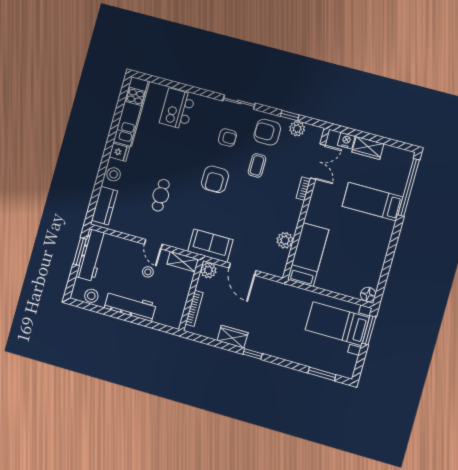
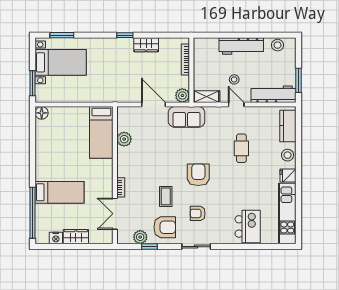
nightstand: (346, 141) -> (56, 238), moved
workbench: (91, 255) -> (273, 94), moved, turned 90
bed with nightstands: (337, 324) -> (61, 62), moved

